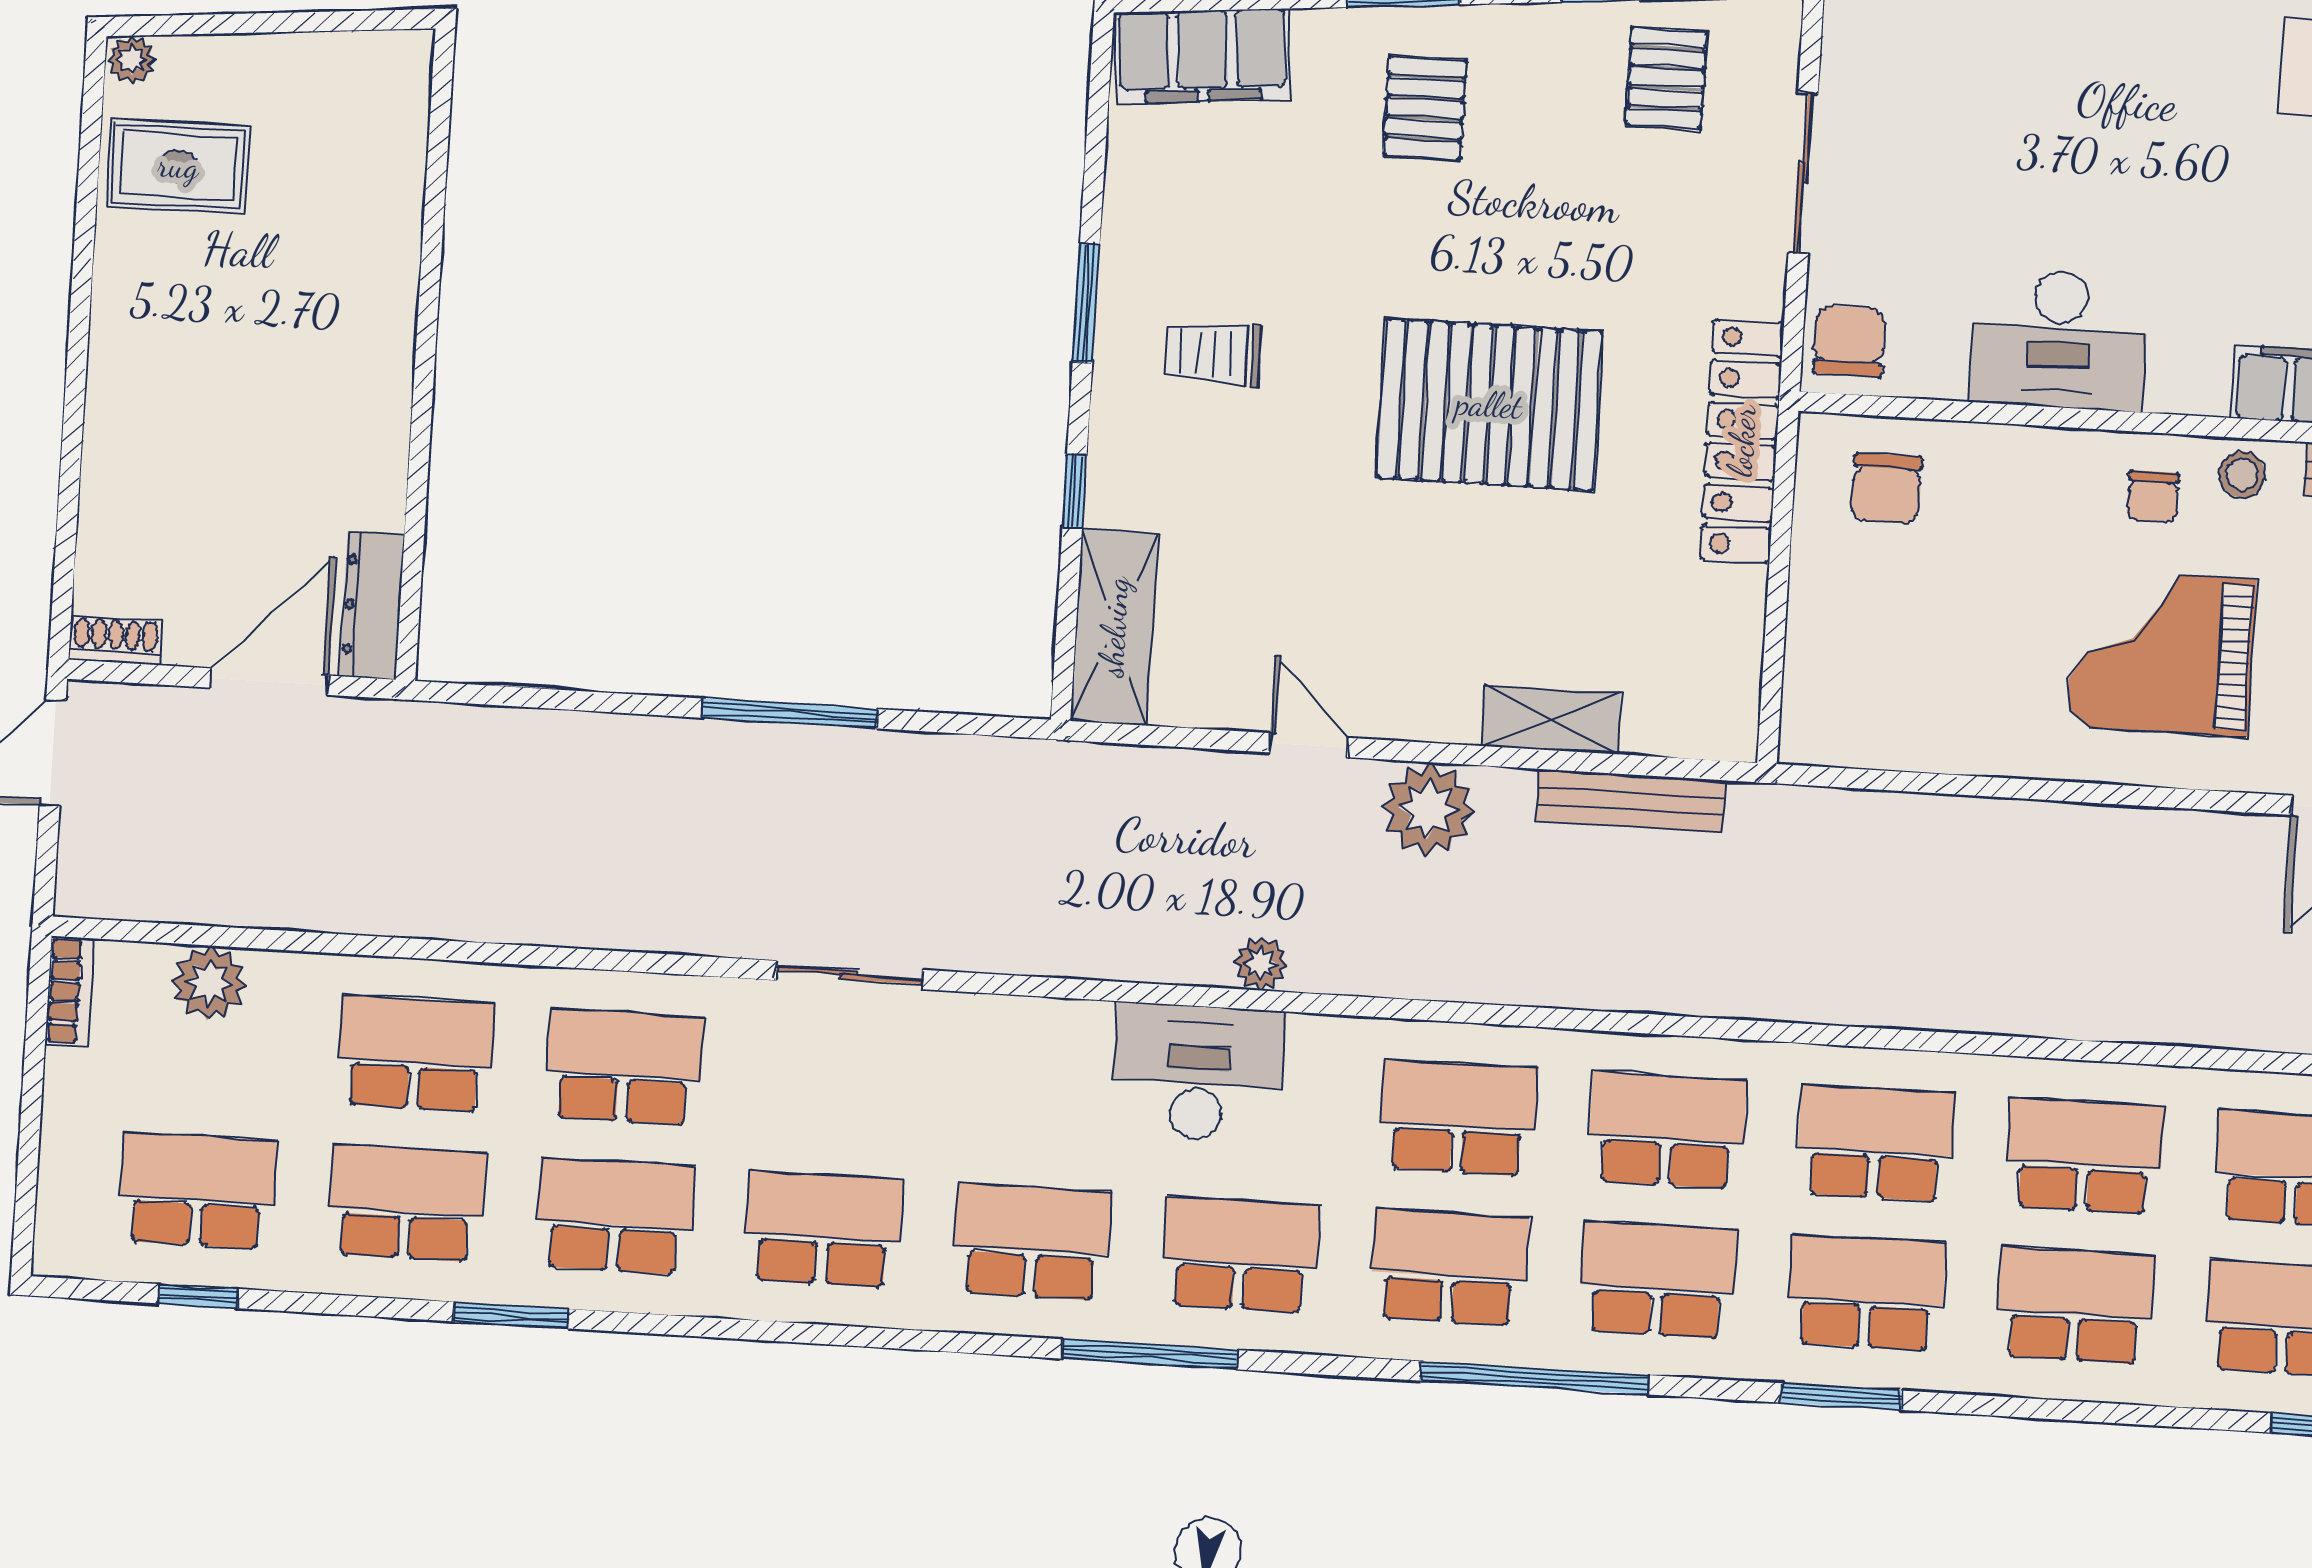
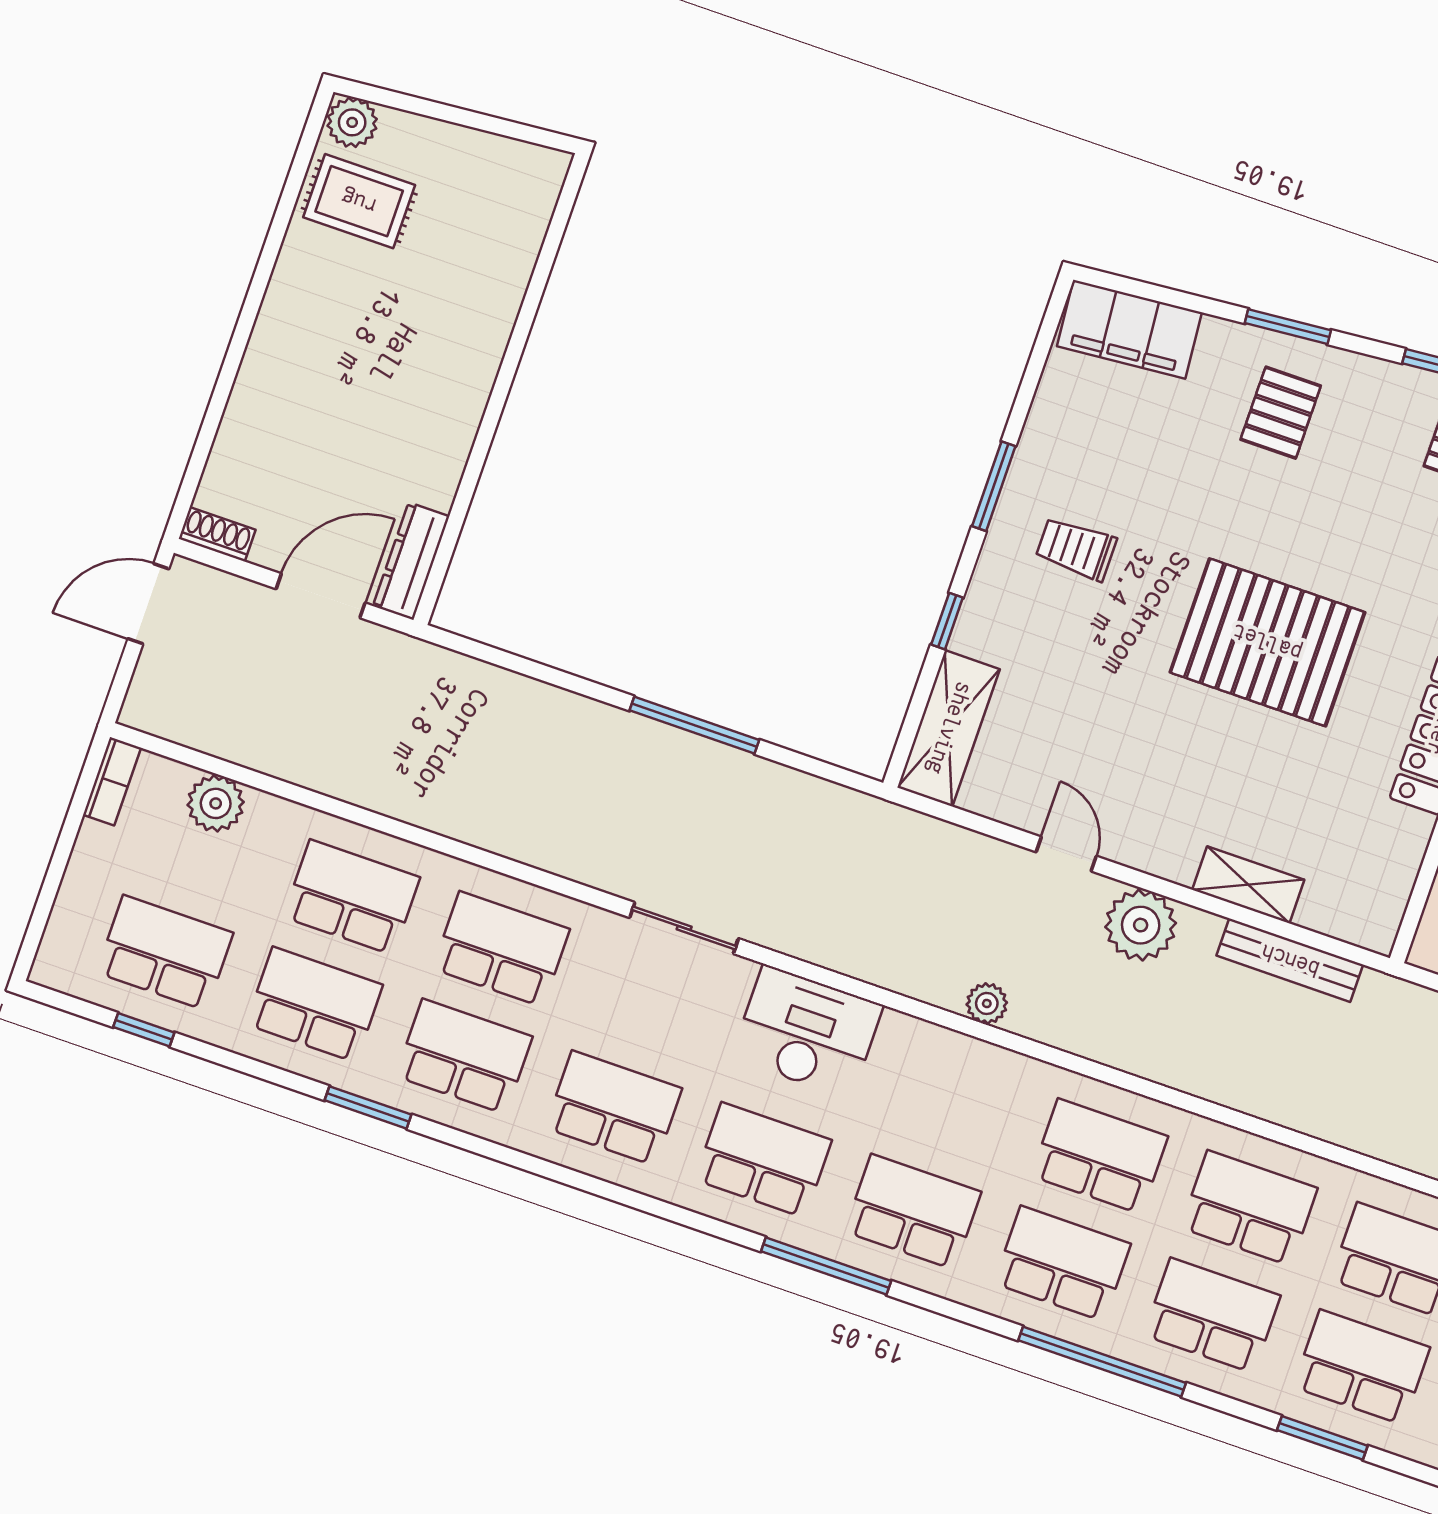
plant: (132, 60) -> (352, 122), width x1.38, depth x1.38
desk: (1198, 1073) -> (807, 1032), moved

